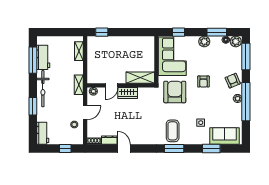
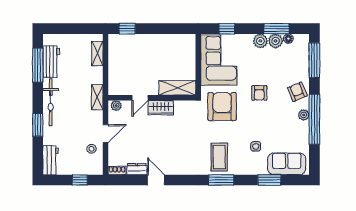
plant: (236, 42) -> (276, 41), moved

